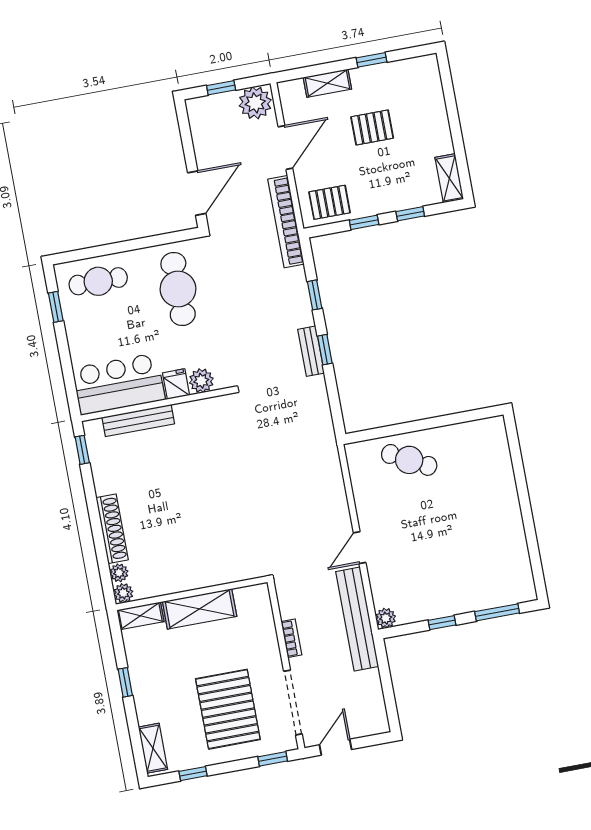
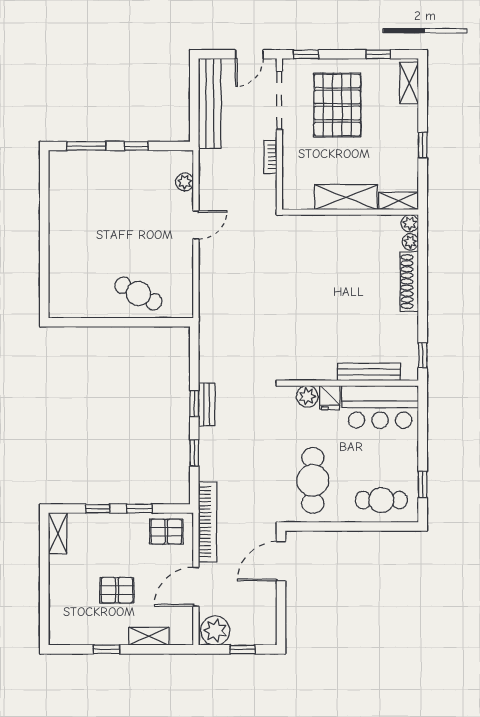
plant: (386, 618) -> (185, 182), moved
bench: (357, 619) -> (210, 103), moved

